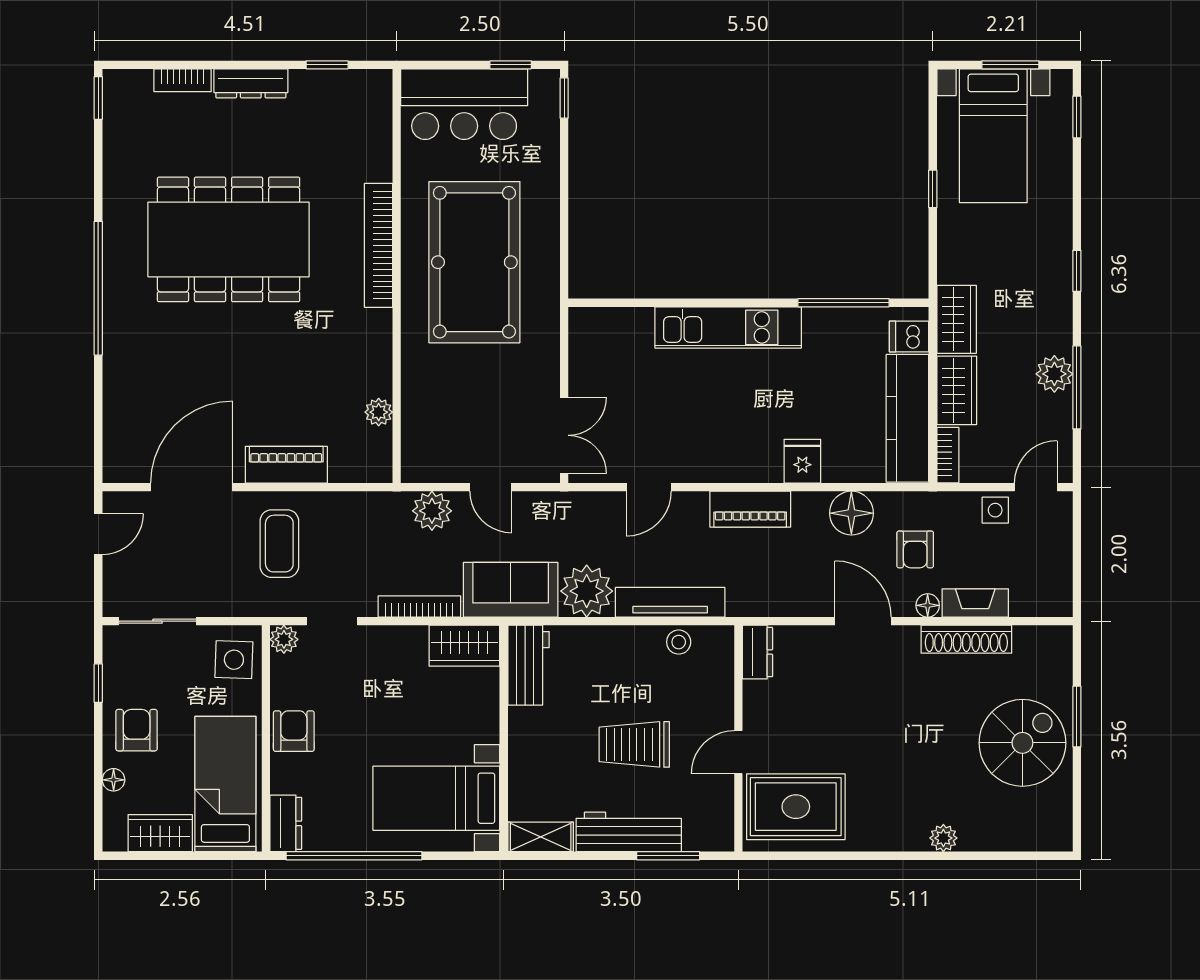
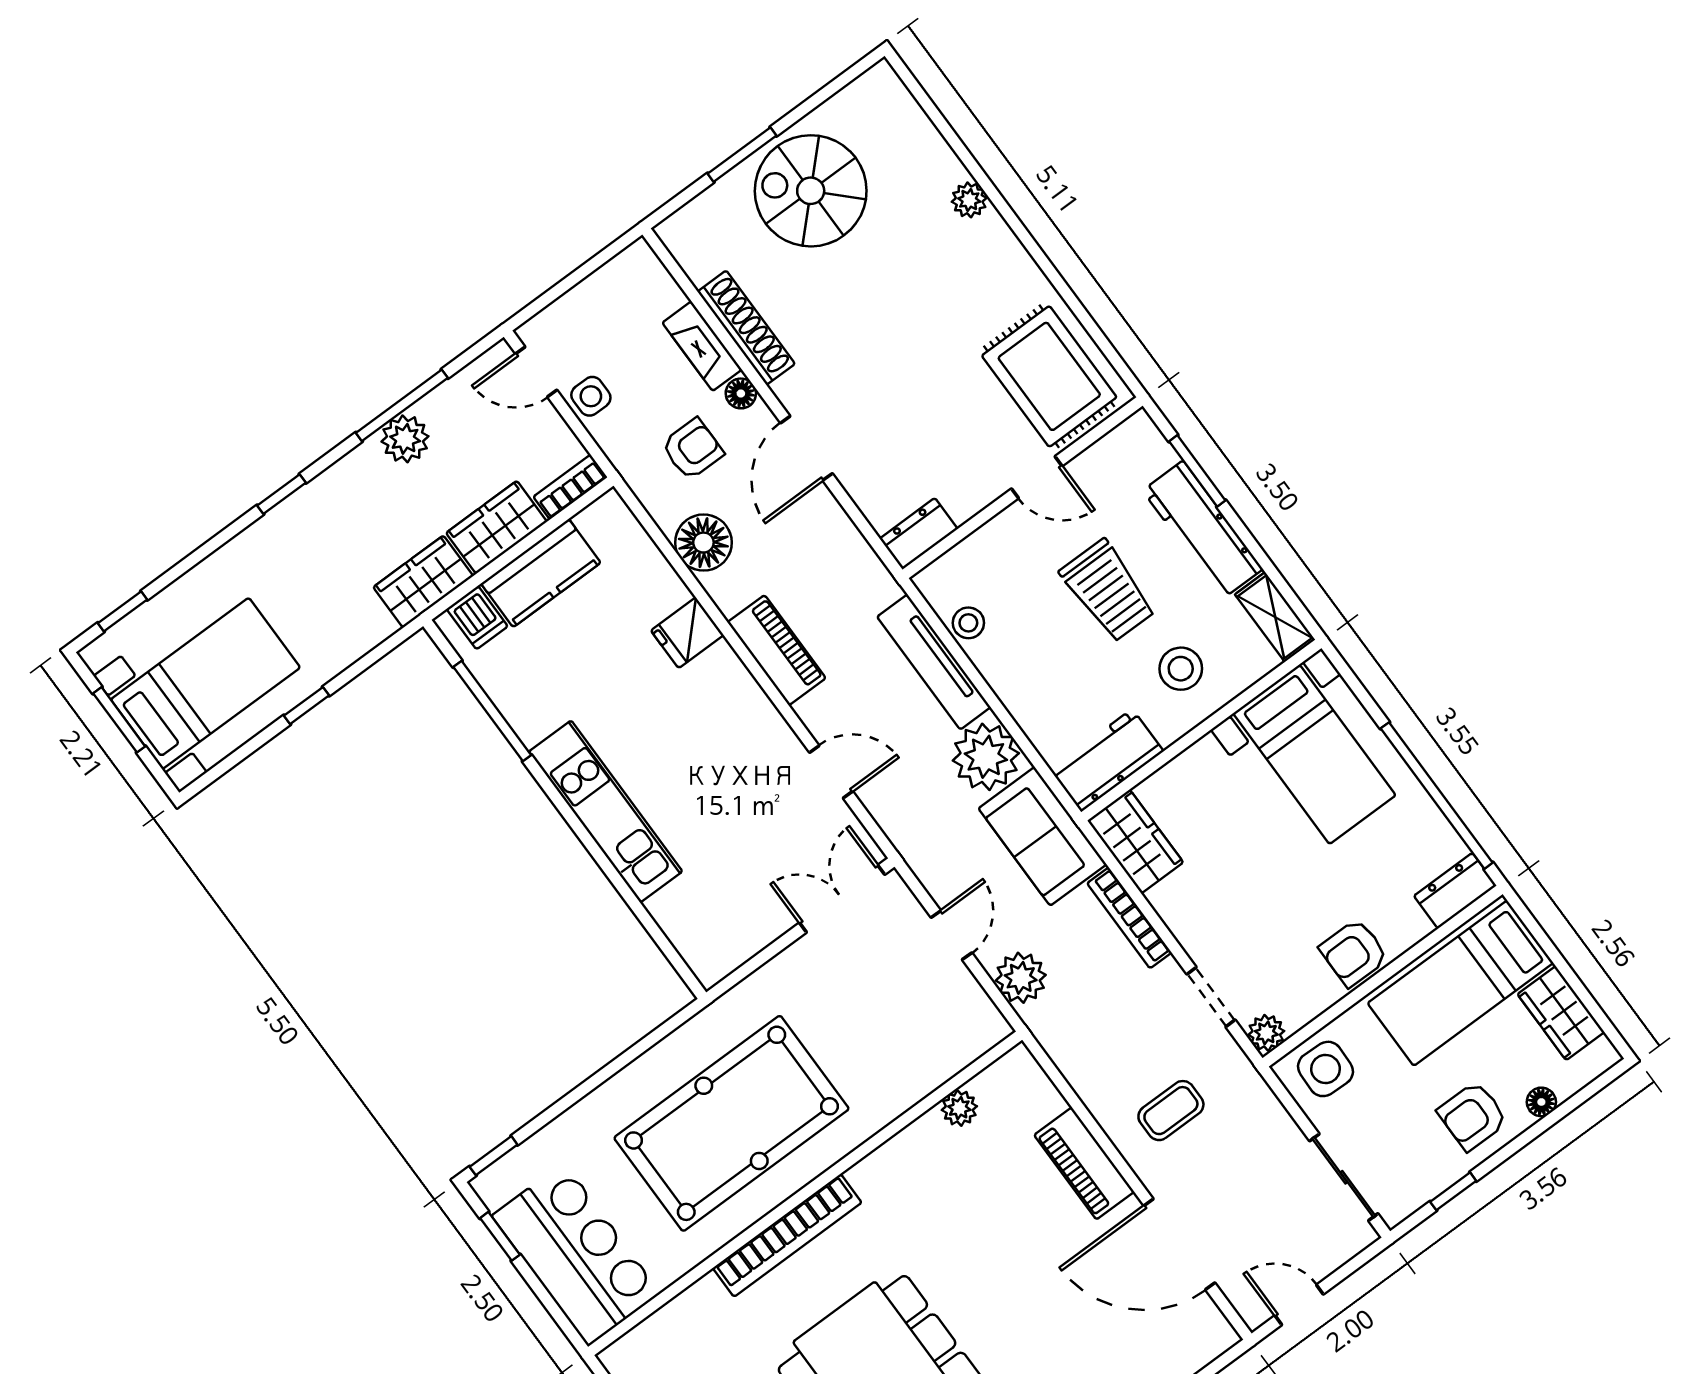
kitchen counter: (907, 418) -> (541, 573), width x0.67
coffee table: (279, 544) -> (1171, 1111), width x0.73, depth x0.77
stool: (552, 754) -> (1181, 669), added

